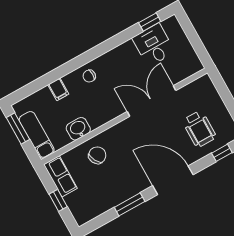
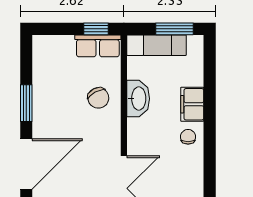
filing cabinet: (58, 89) -> (192, 104), width x2.00
washbasin: (78, 129) -> (138, 99), width x1.38
window: (58, 200) -> (96, 29), moved

